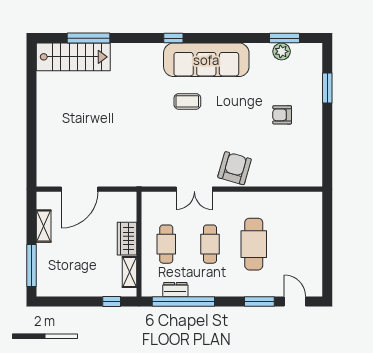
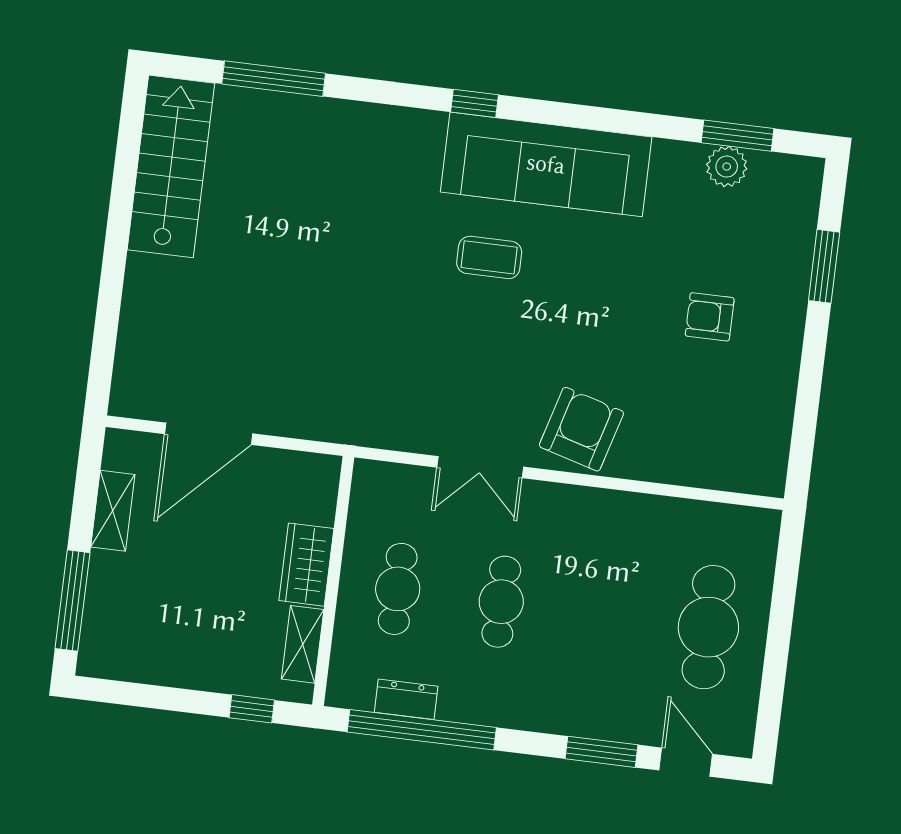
stairs: (73, 57) -> (171, 166), moved, turned -90
cafe table: (254, 244) -> (708, 627), moved

